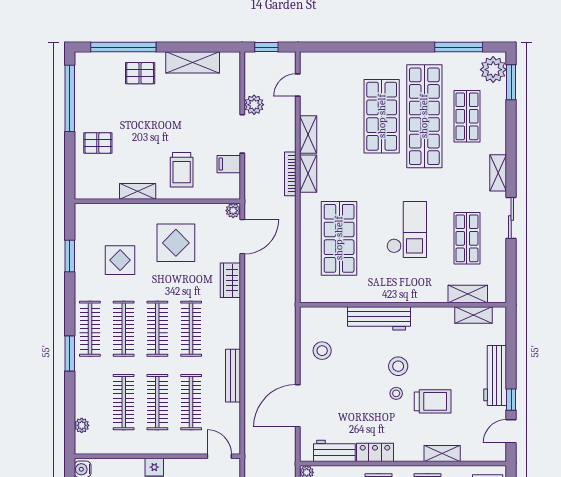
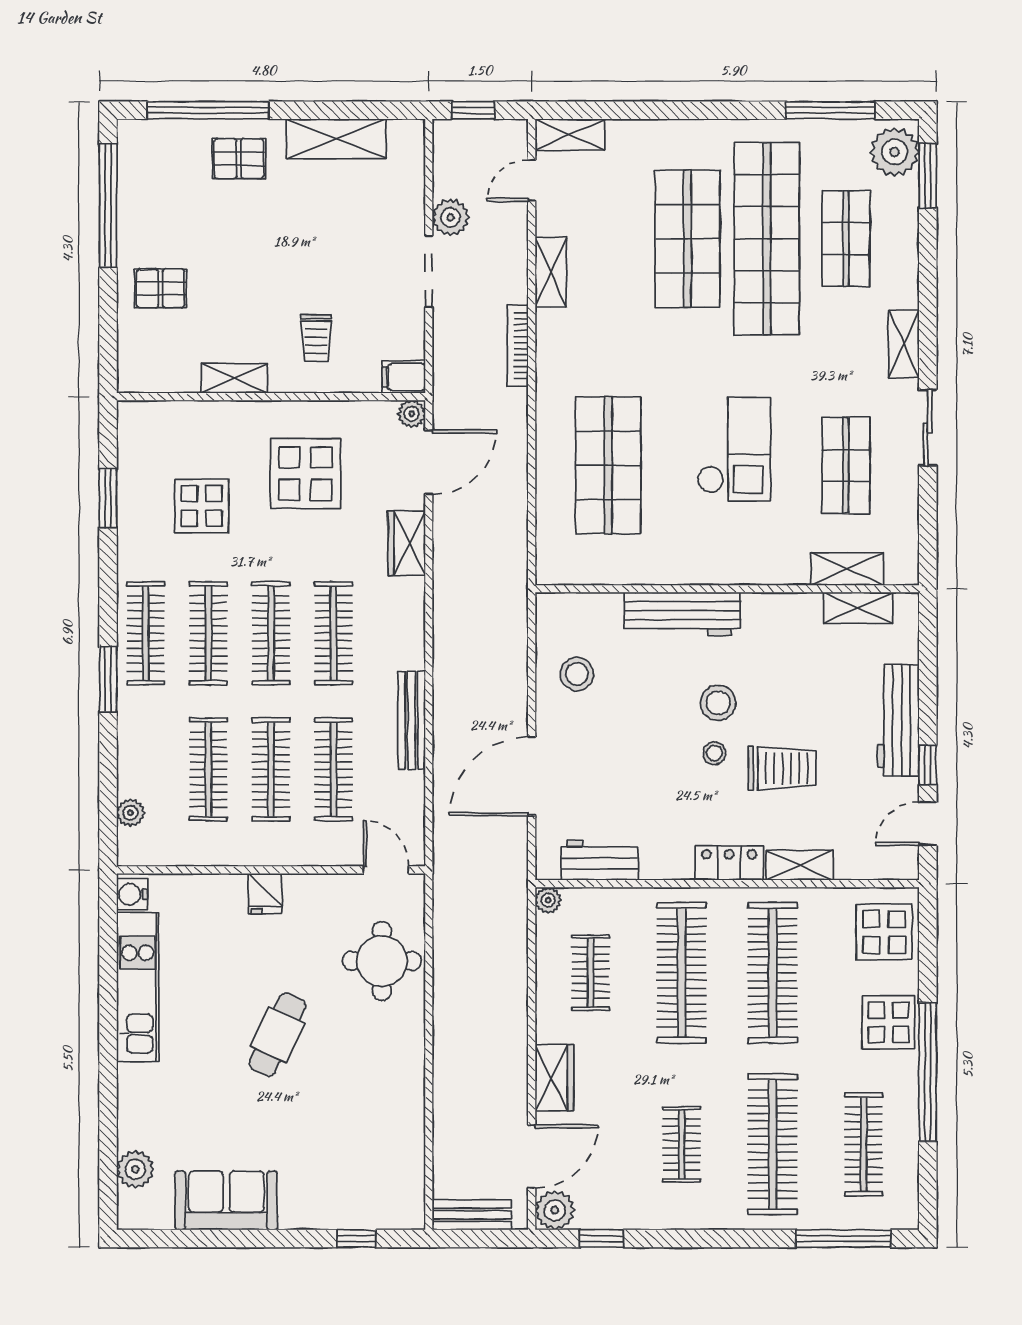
filing cabinet: (229, 164) -> (404, 377), moved
trolley: (182, 170) -> (316, 338), width x0.73, depth x0.72
shelving: (308, 174) -> (570, 135), moved, turned 90
locker: (375, 452) -> (729, 863), moved

